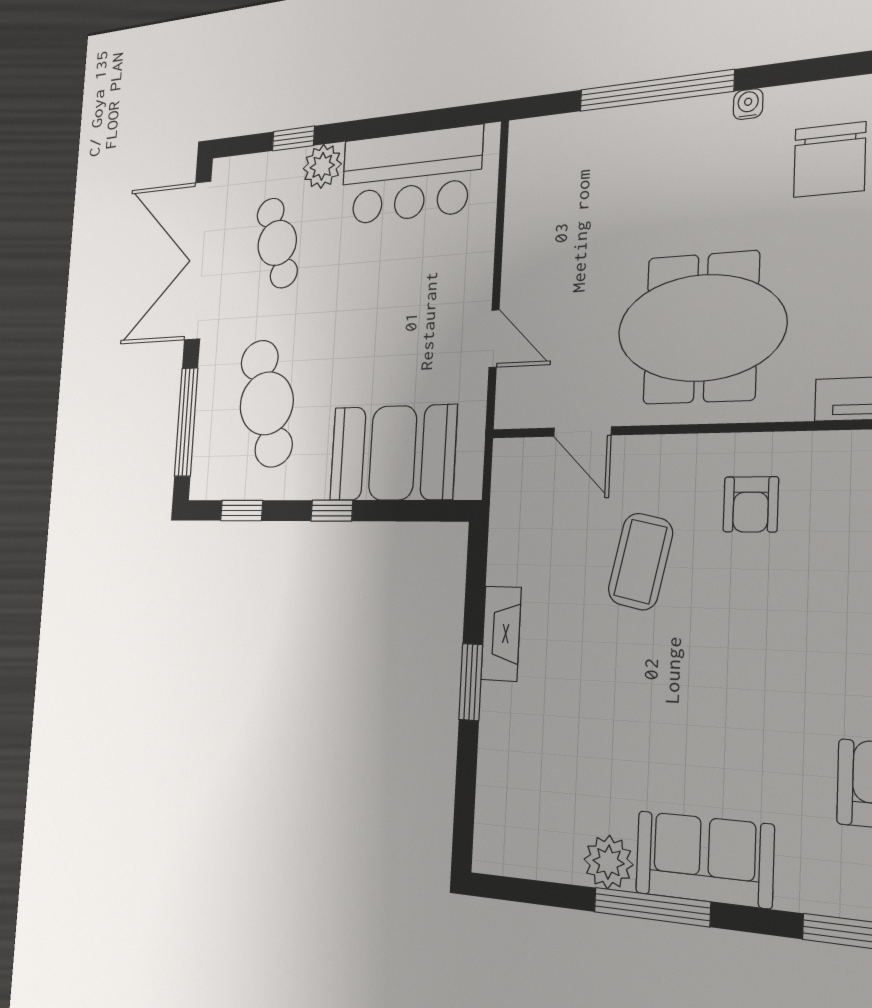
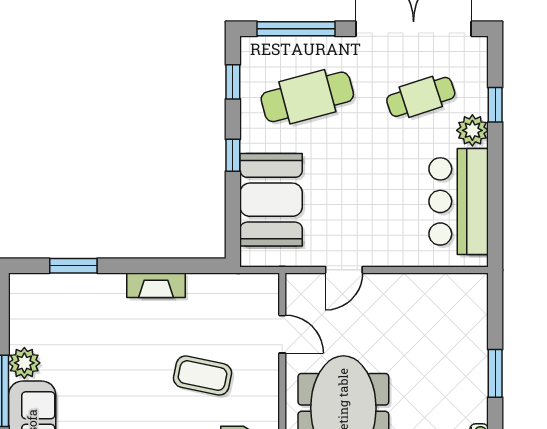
window: (656, 91) -> (495, 373), width x0.47
door: (582, 432) -> (282, 334), swing flipped
window: (471, 682) -> (73, 266), moved

